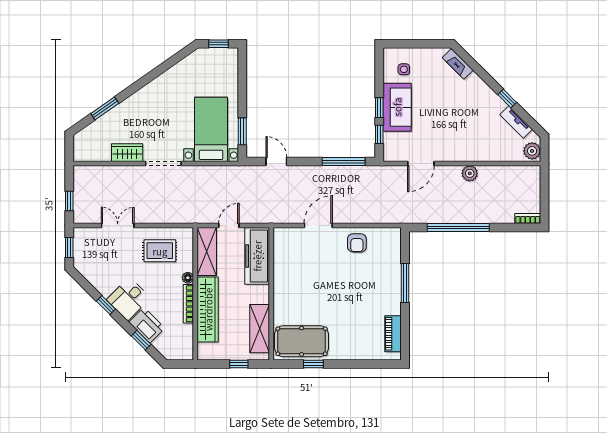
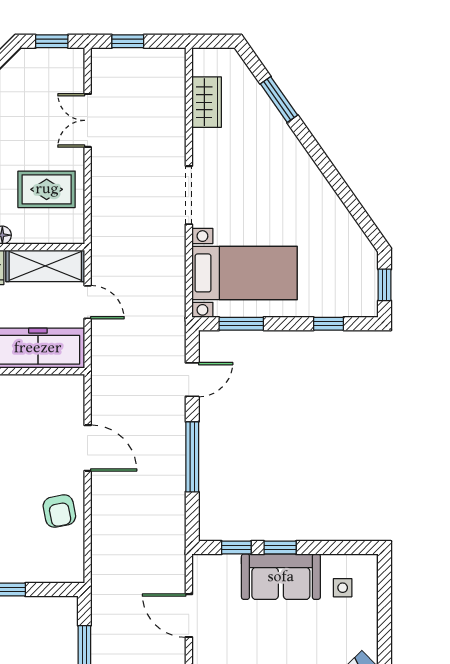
window: (242, 78) -> (329, 324), added
wardrobe: (127, 153) -> (207, 102), moved
window: (344, 161) -> (192, 457), moved
double door: (118, 226) -> (88, 120), swing flipped
armchair: (357, 243) -> (59, 511), turned -101
rug: (160, 251) -> (47, 189), turned 90

